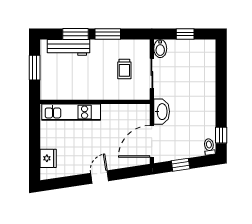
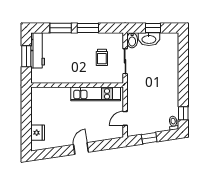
workbench: (69, 47) -> (38, 50), moved, turned -90
kitchen unit: (71, 112) -> (96, 94), moved
washbasin: (162, 112) -> (149, 39), moved, turned 90
door: (152, 141) -> (125, 118), width x0.53

